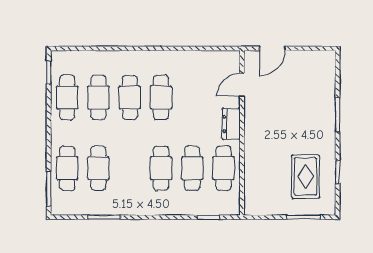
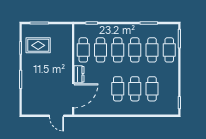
door: (272, 48) -> (57, 116), swing flipped
door: (242, 85) -> (73, 96), width x1.88
cafe table: (67, 97) -> (135, 50), moved
rug: (306, 177) -> (38, 45), turned 90

